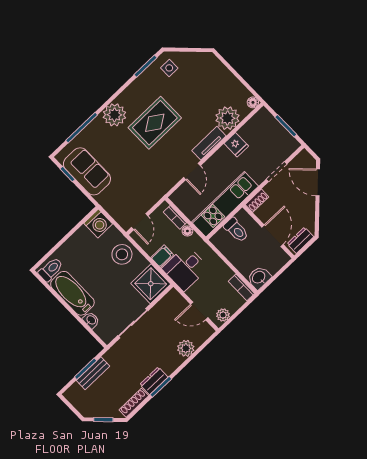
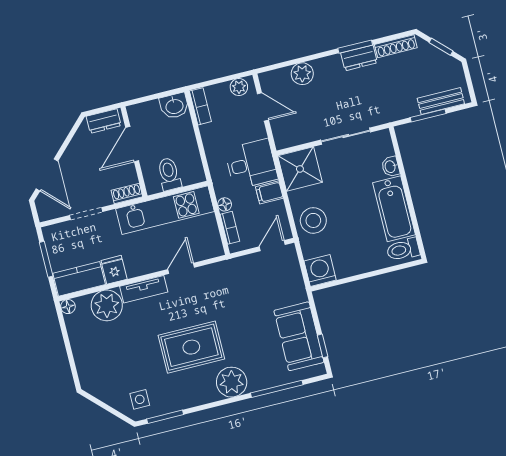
kitchen counter: (256, 125) -> (79, 279), added
bench: (93, 373) -> (441, 101), moved

